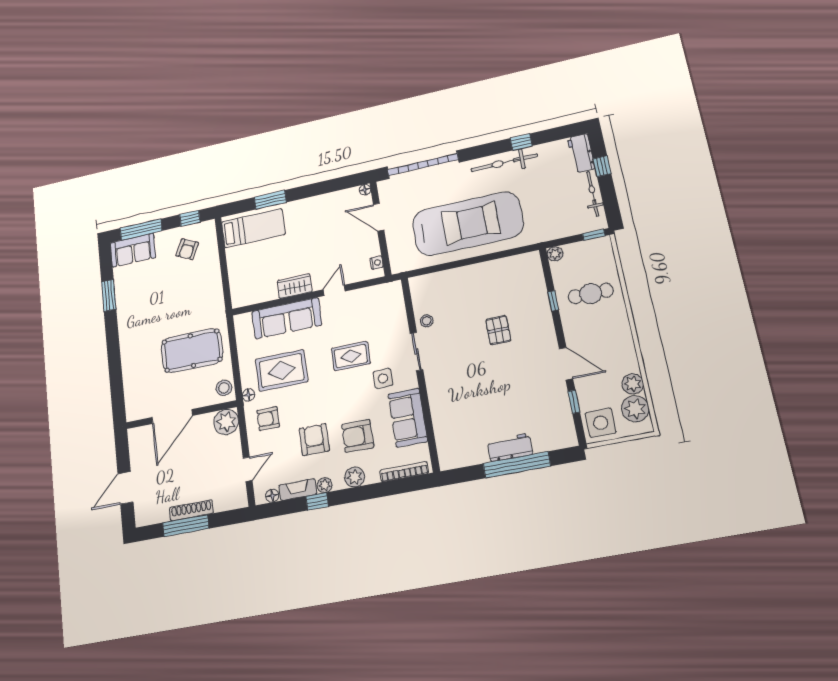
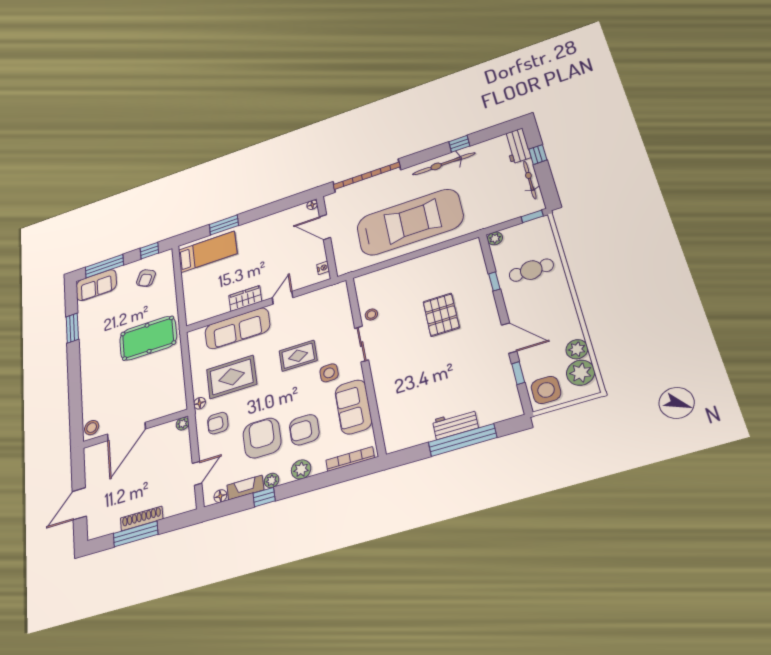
pallet: (498, 330) -> (441, 315), width x1.50, depth x1.42
pool table: (192, 351) -> (148, 338), moved
stool: (224, 388) -> (92, 428), moved
plant: (226, 422) -> (183, 424), width x0.53, depth x0.53
armchair: (314, 440) -> (262, 438), width x1.36, depth x1.36

